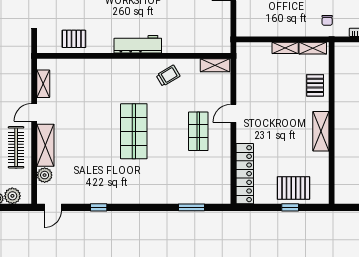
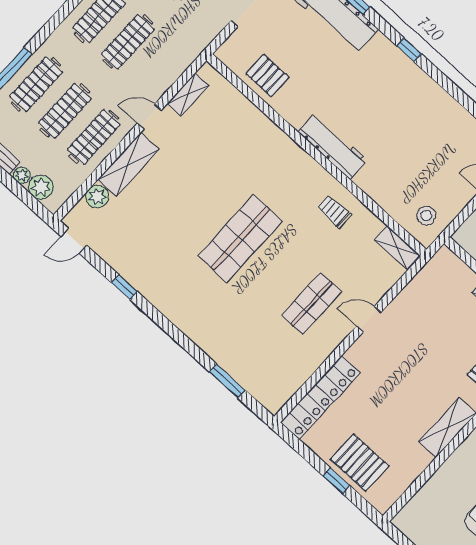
stool: (215, 36) -> (426, 216), added
trolley: (168, 76) -> (334, 211), turned -149

